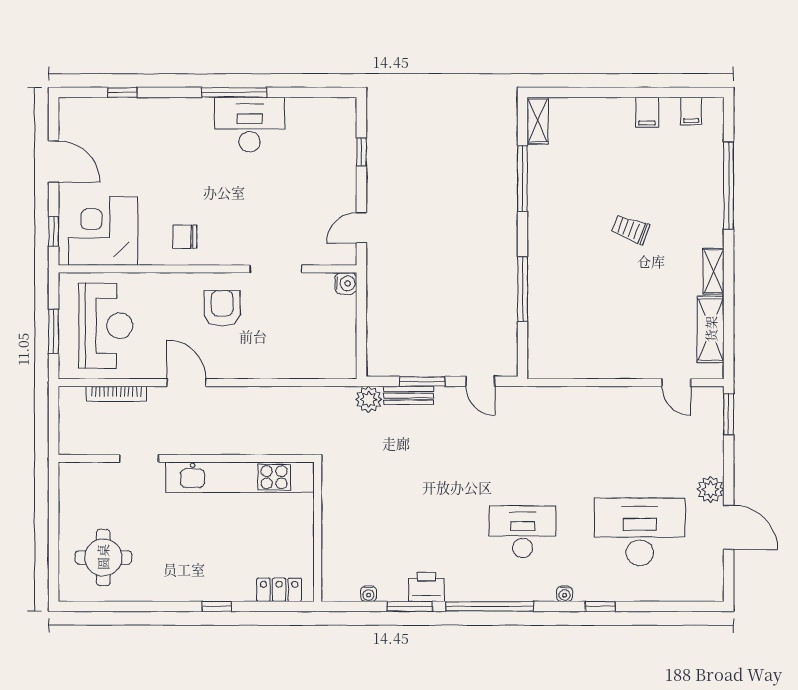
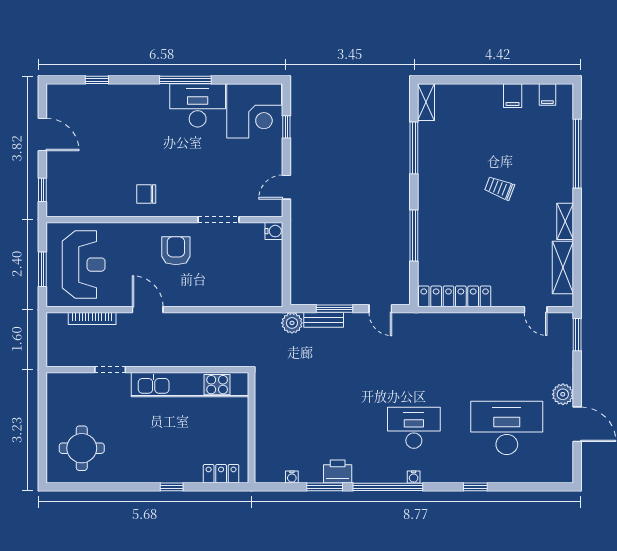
corner desk: (103, 231) -> (254, 111), moved, turned 180
locker: (574, 366) -> (455, 296), added
water cooler: (565, 594) -> (414, 477), moved

